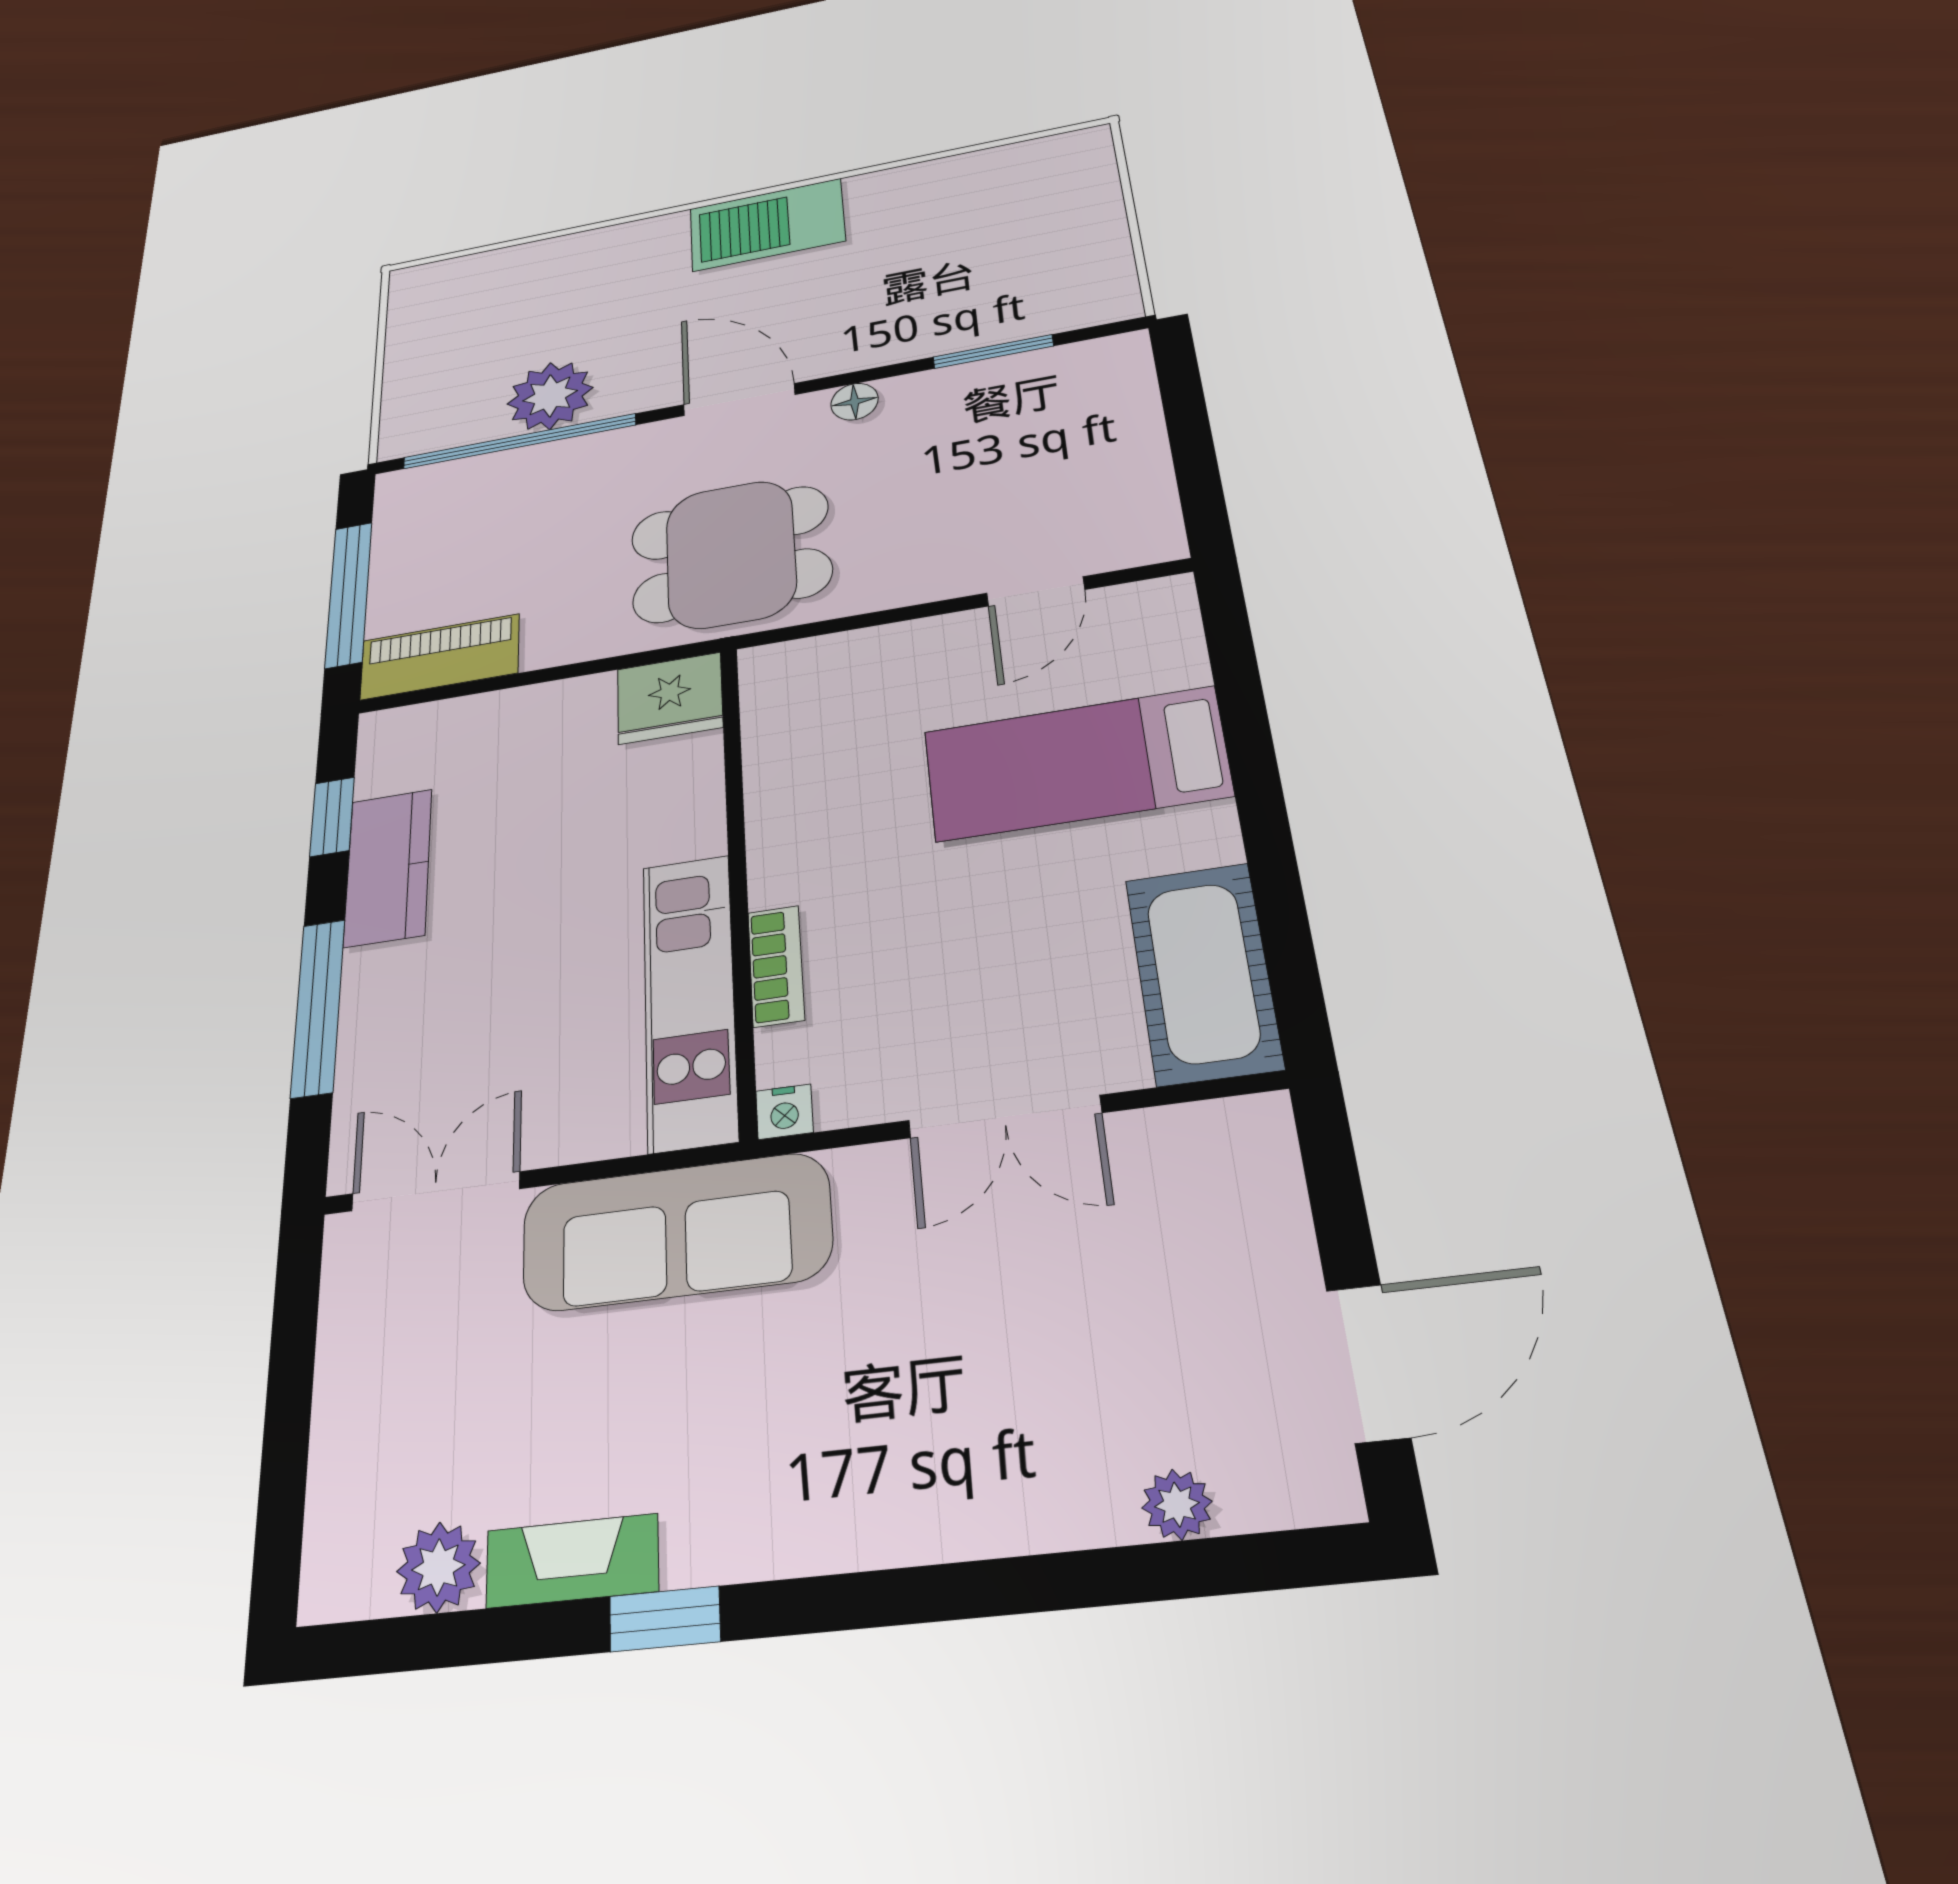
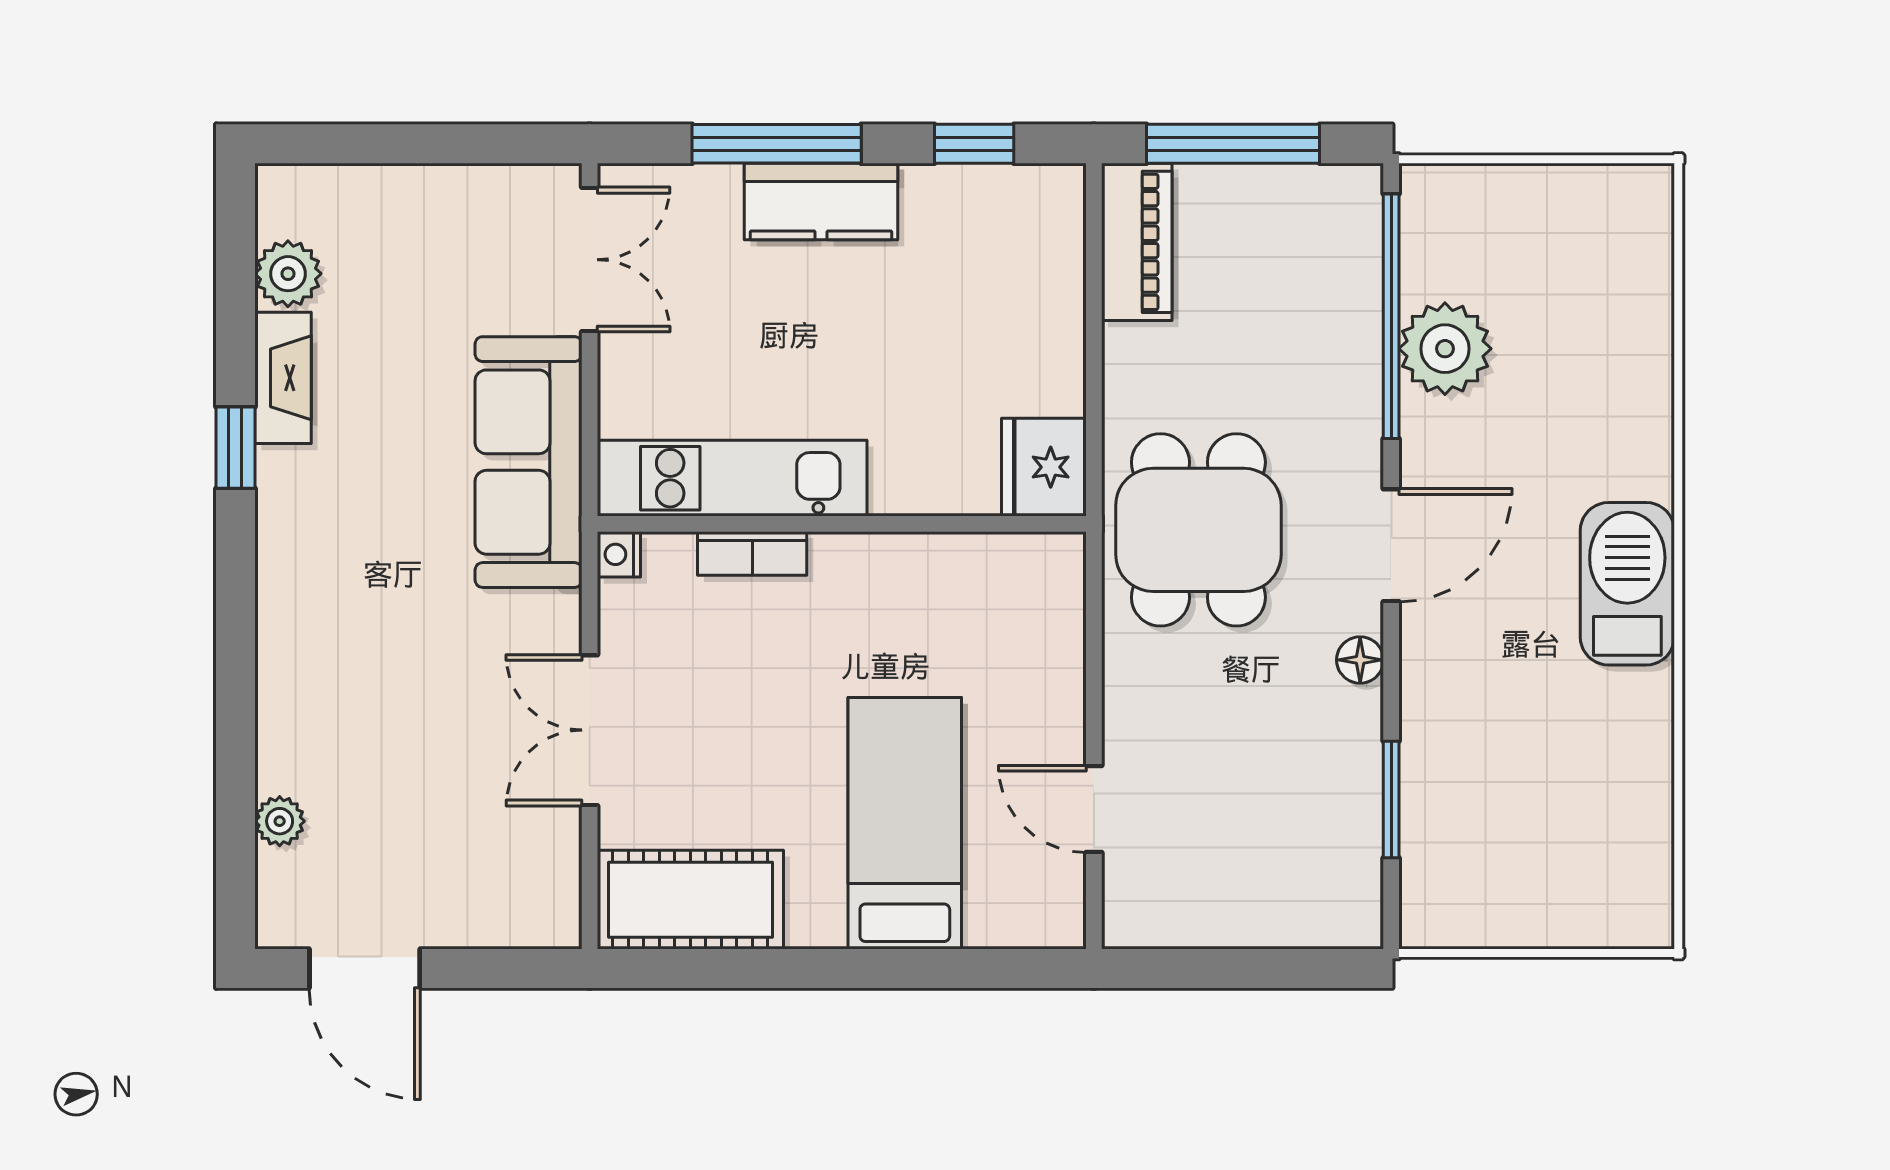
kitchen counter: (388, 867) -> (821, 202), moved

